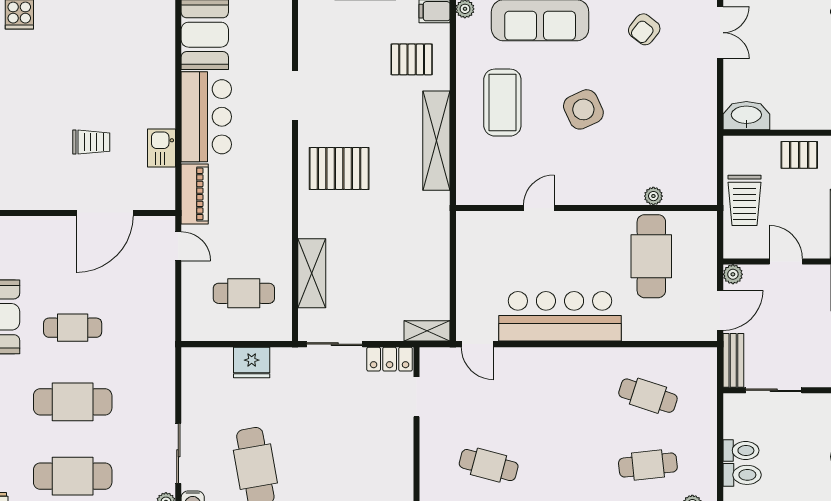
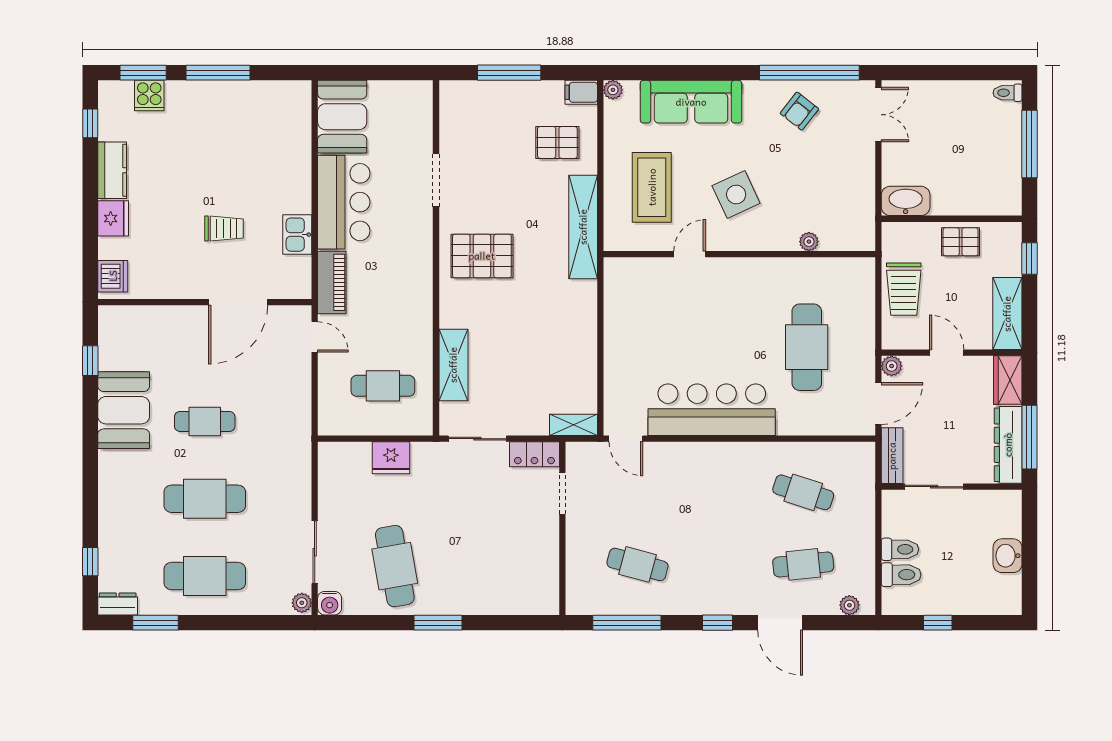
plant: (653, 196) -> (809, 242), moved
door: (539, 208) -> (690, 254), moved
wall: (586, 208) -> (739, 254), moved

